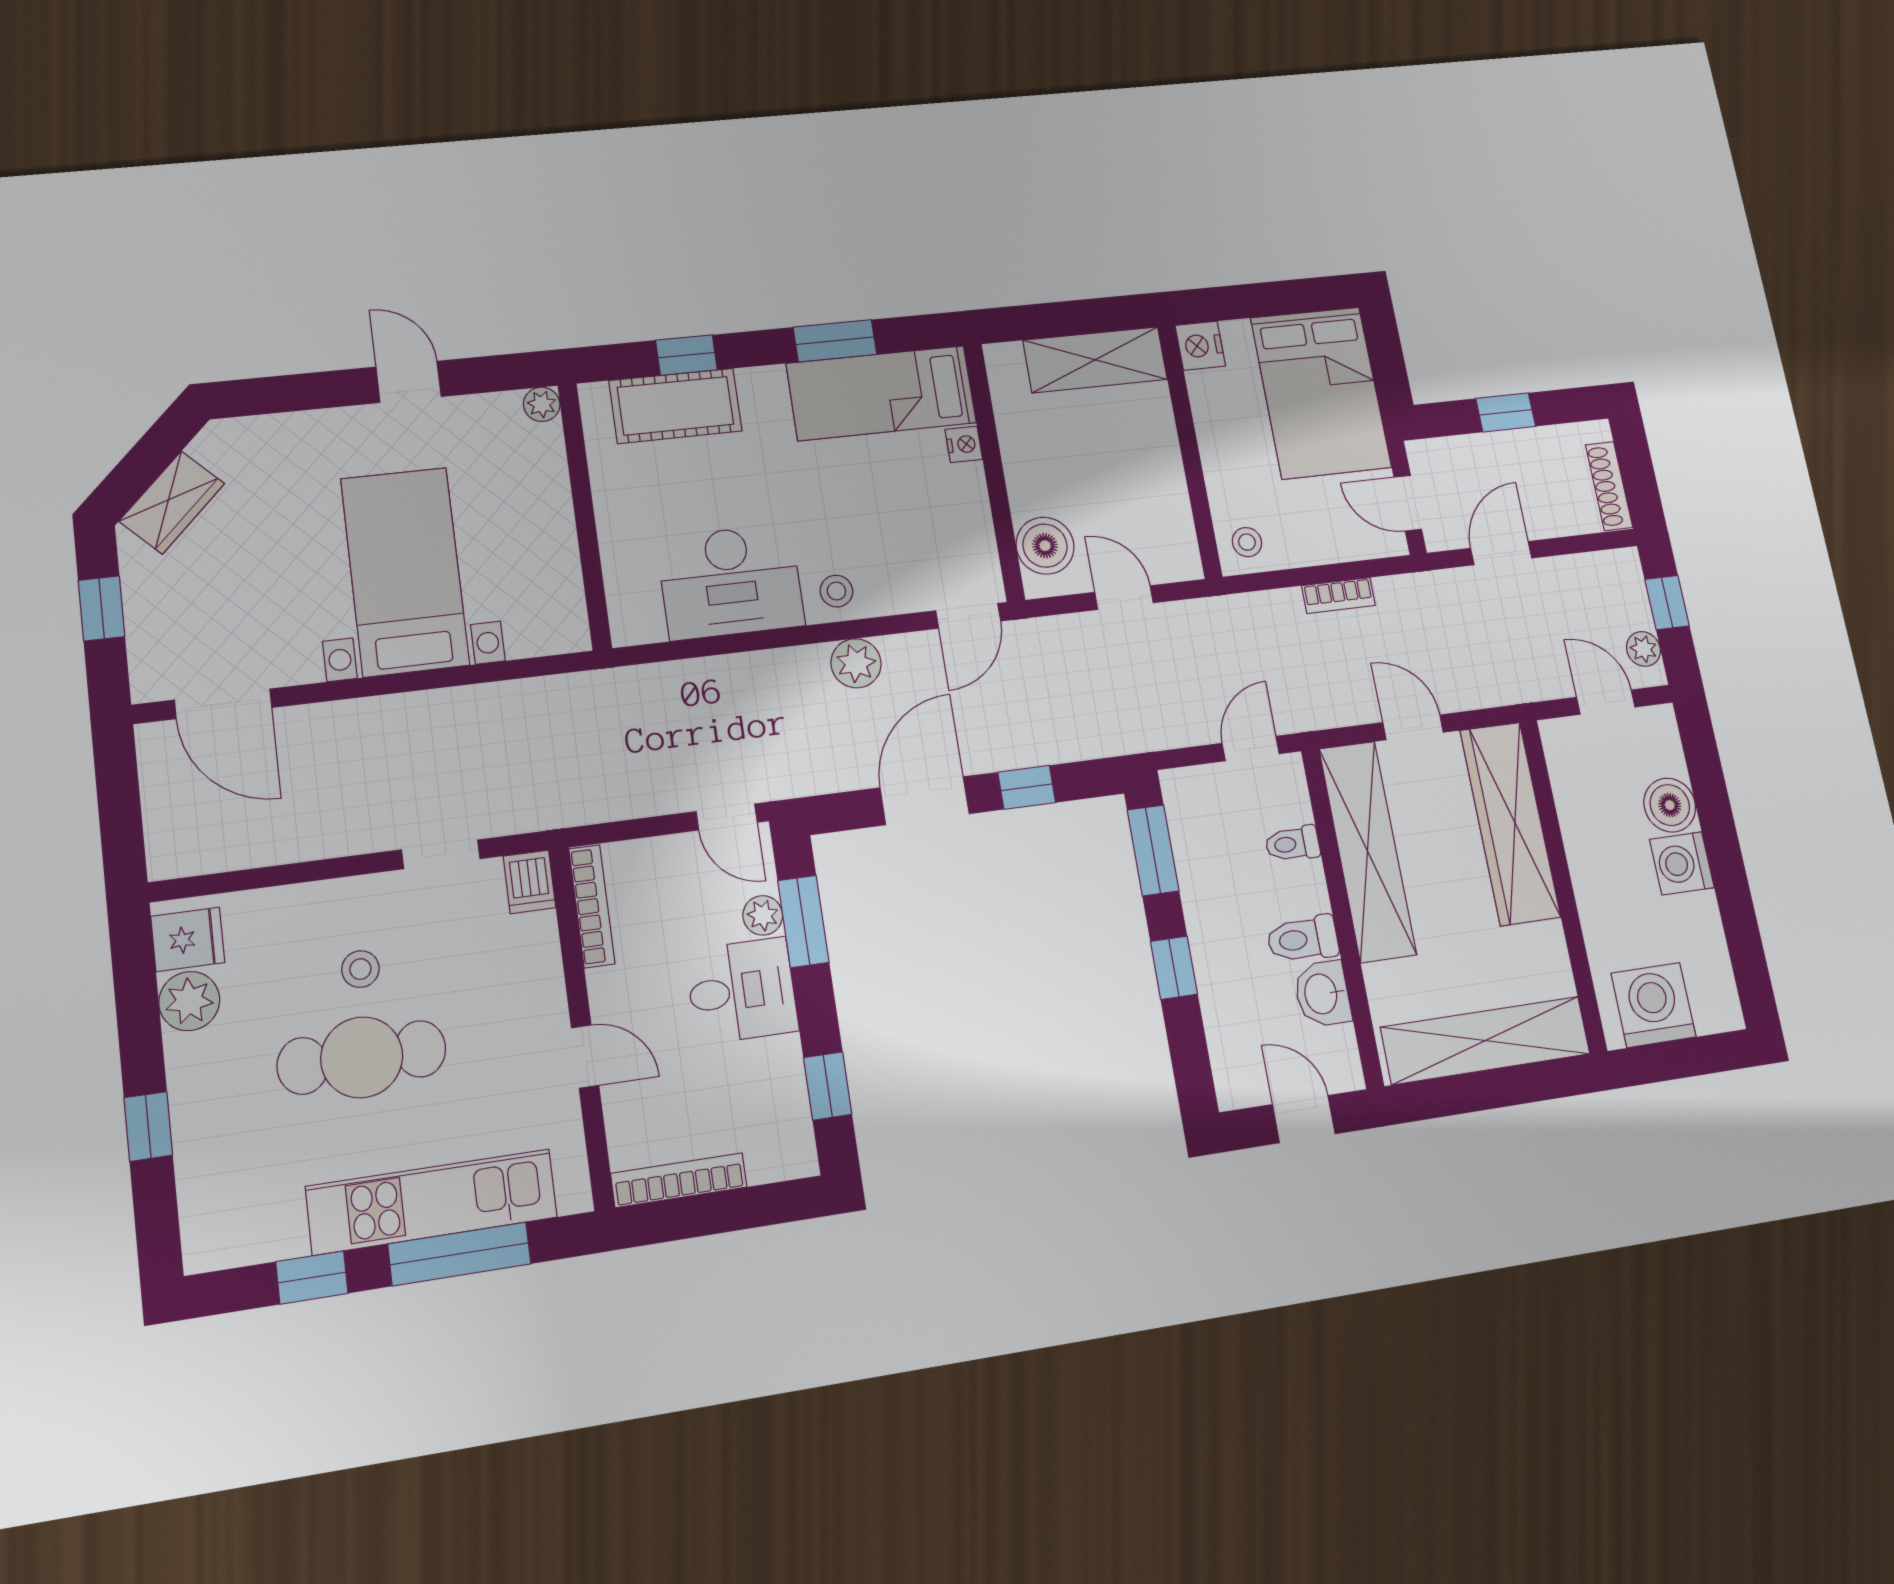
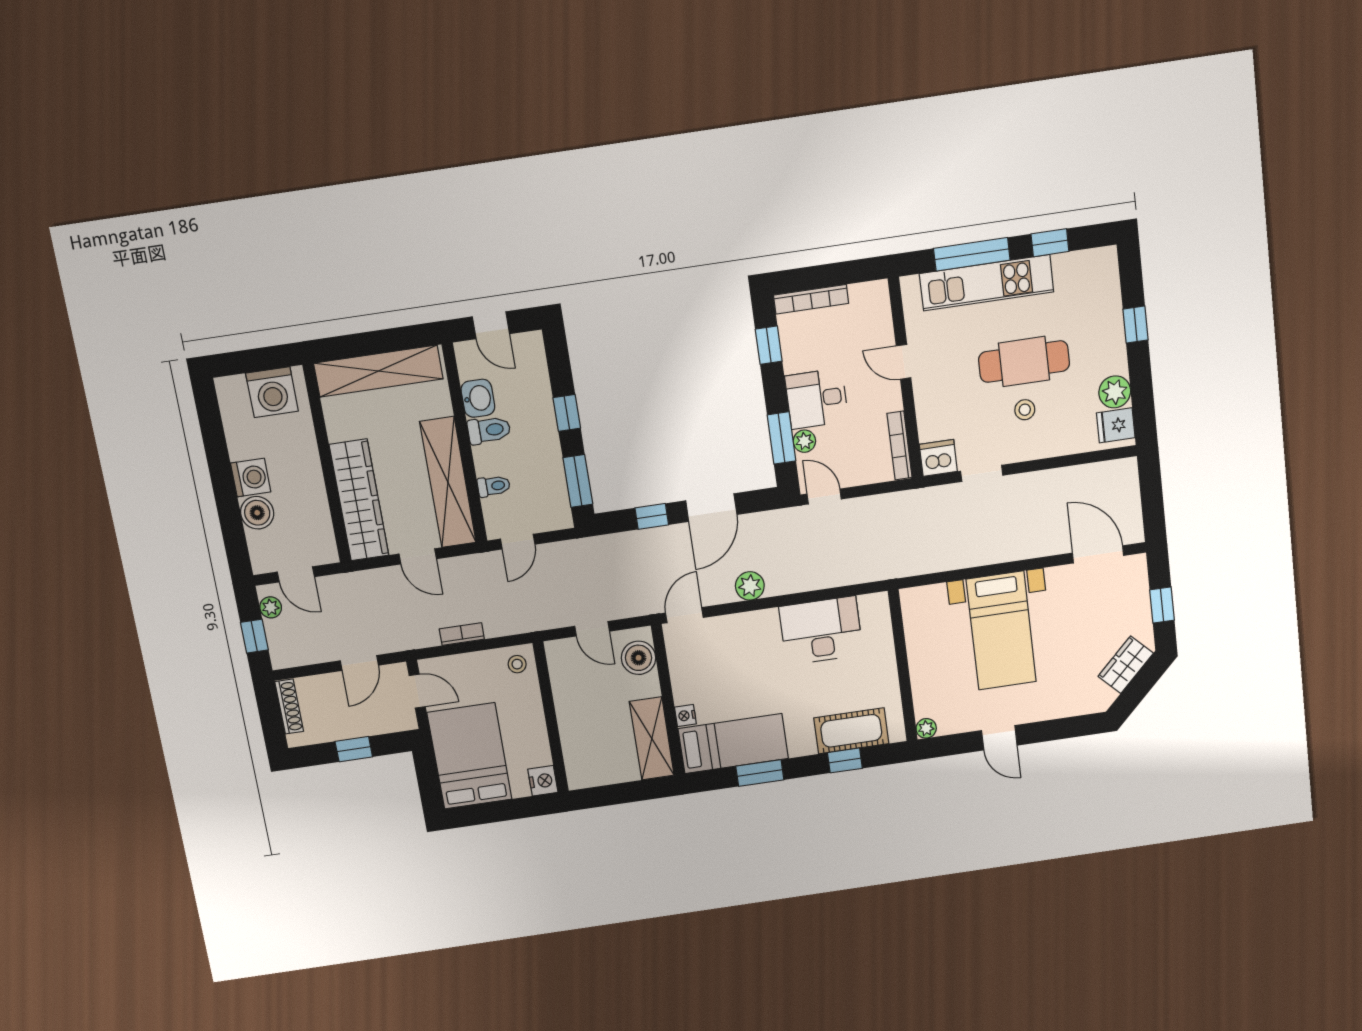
shelving: (1095, 360) -> (652, 738), moved, turned 90
stool: (836, 591) -> (761, 627), removed
dishwasher: (530, 882) -> (938, 458), width x1.38
bookcase: (679, 1180) -> (811, 299), moved

